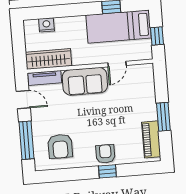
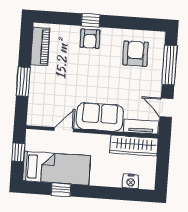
window: (163, 117) -> (23, 82), moved

